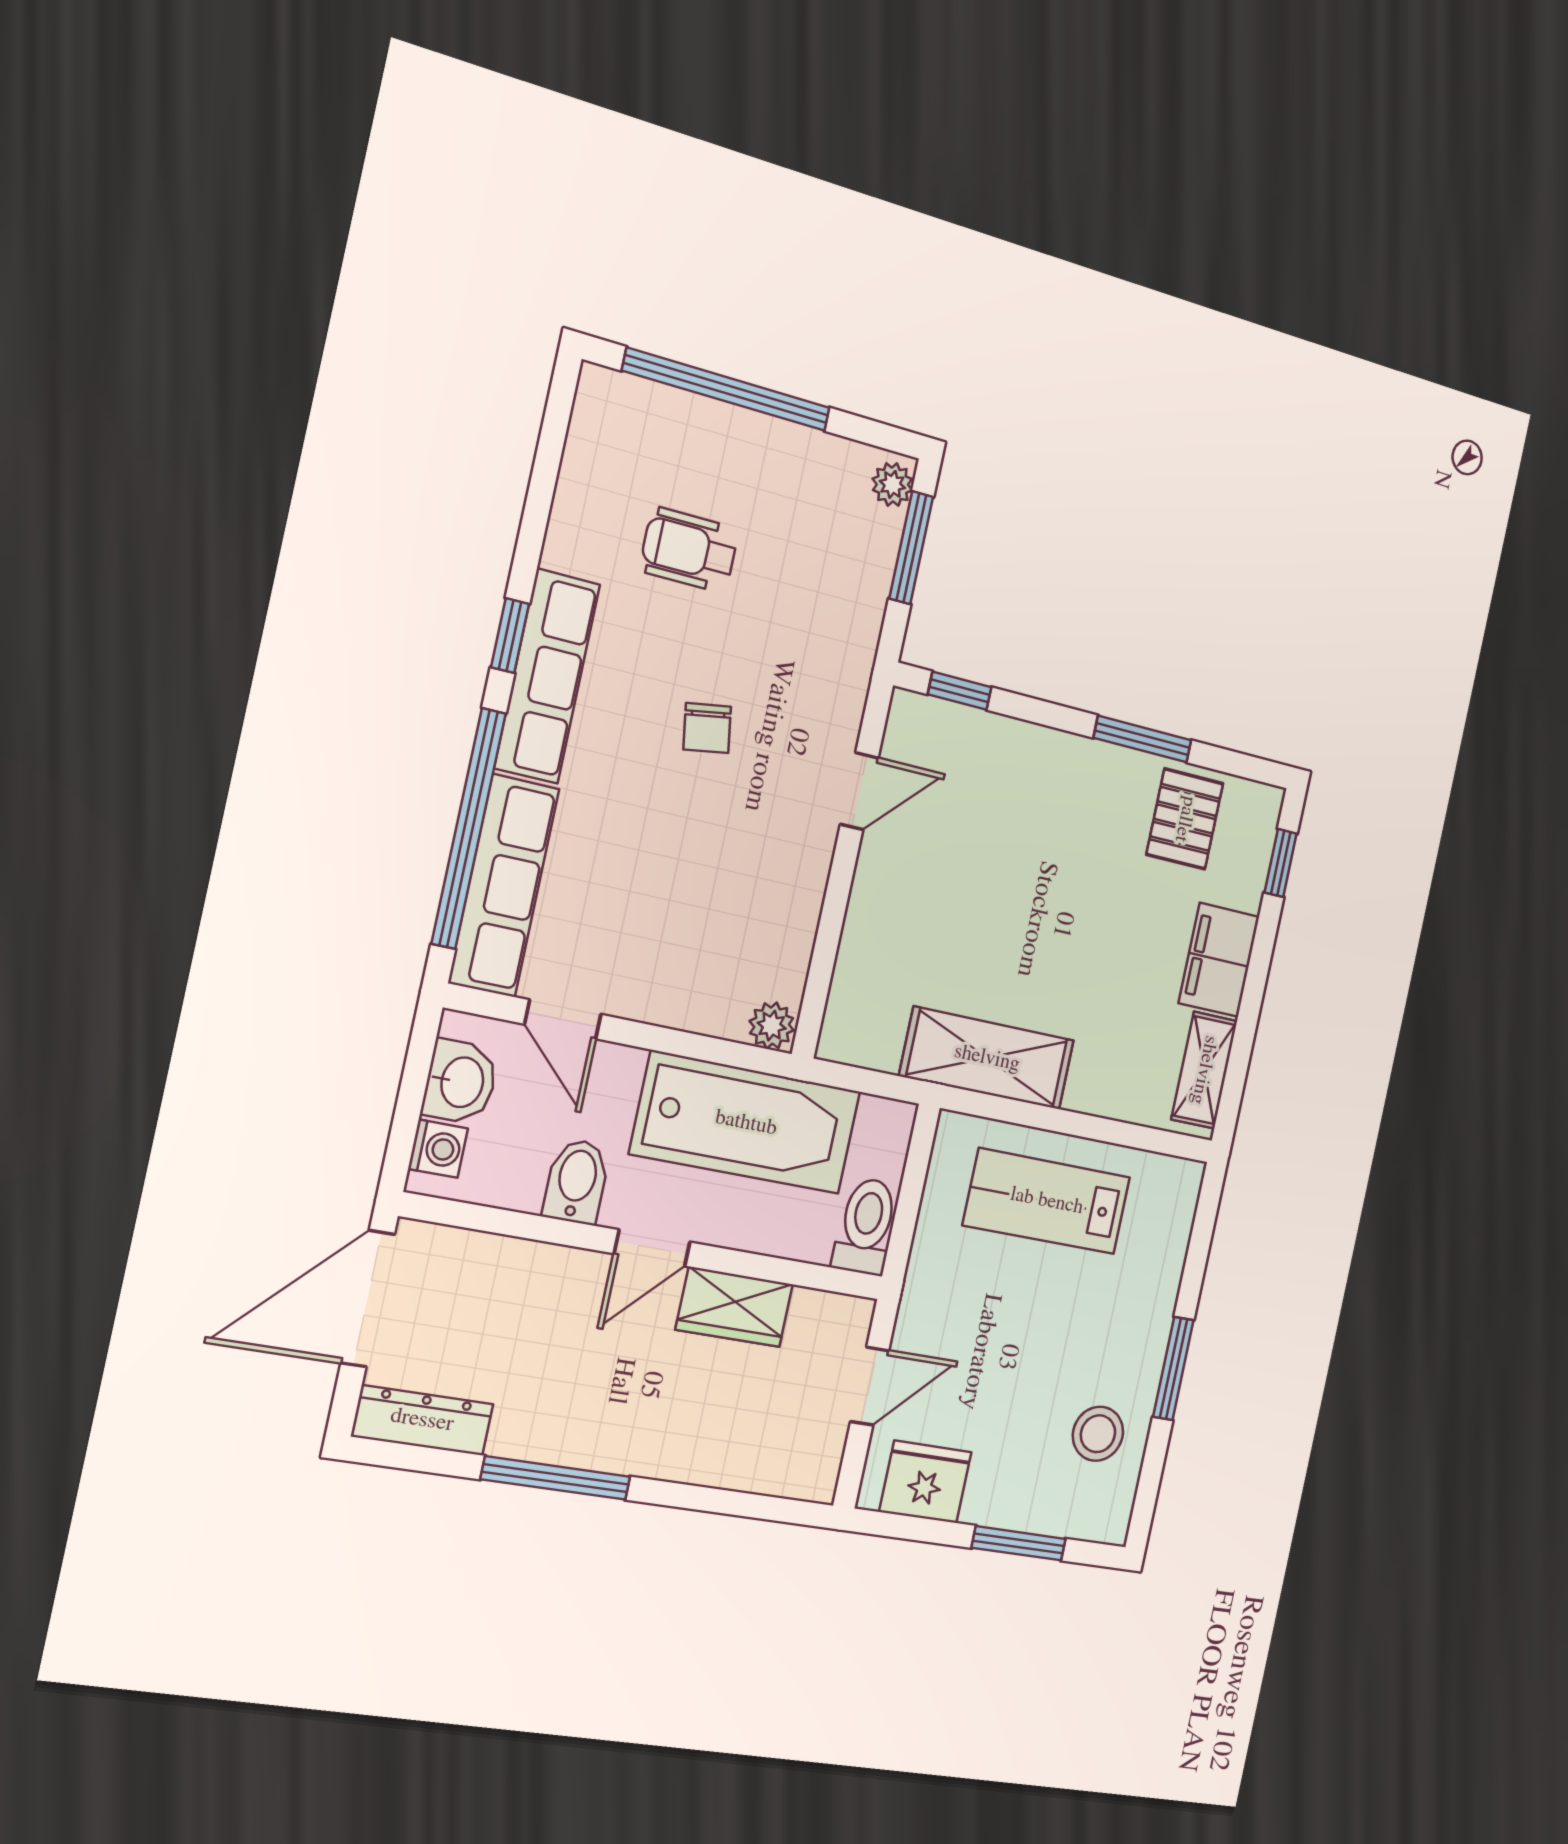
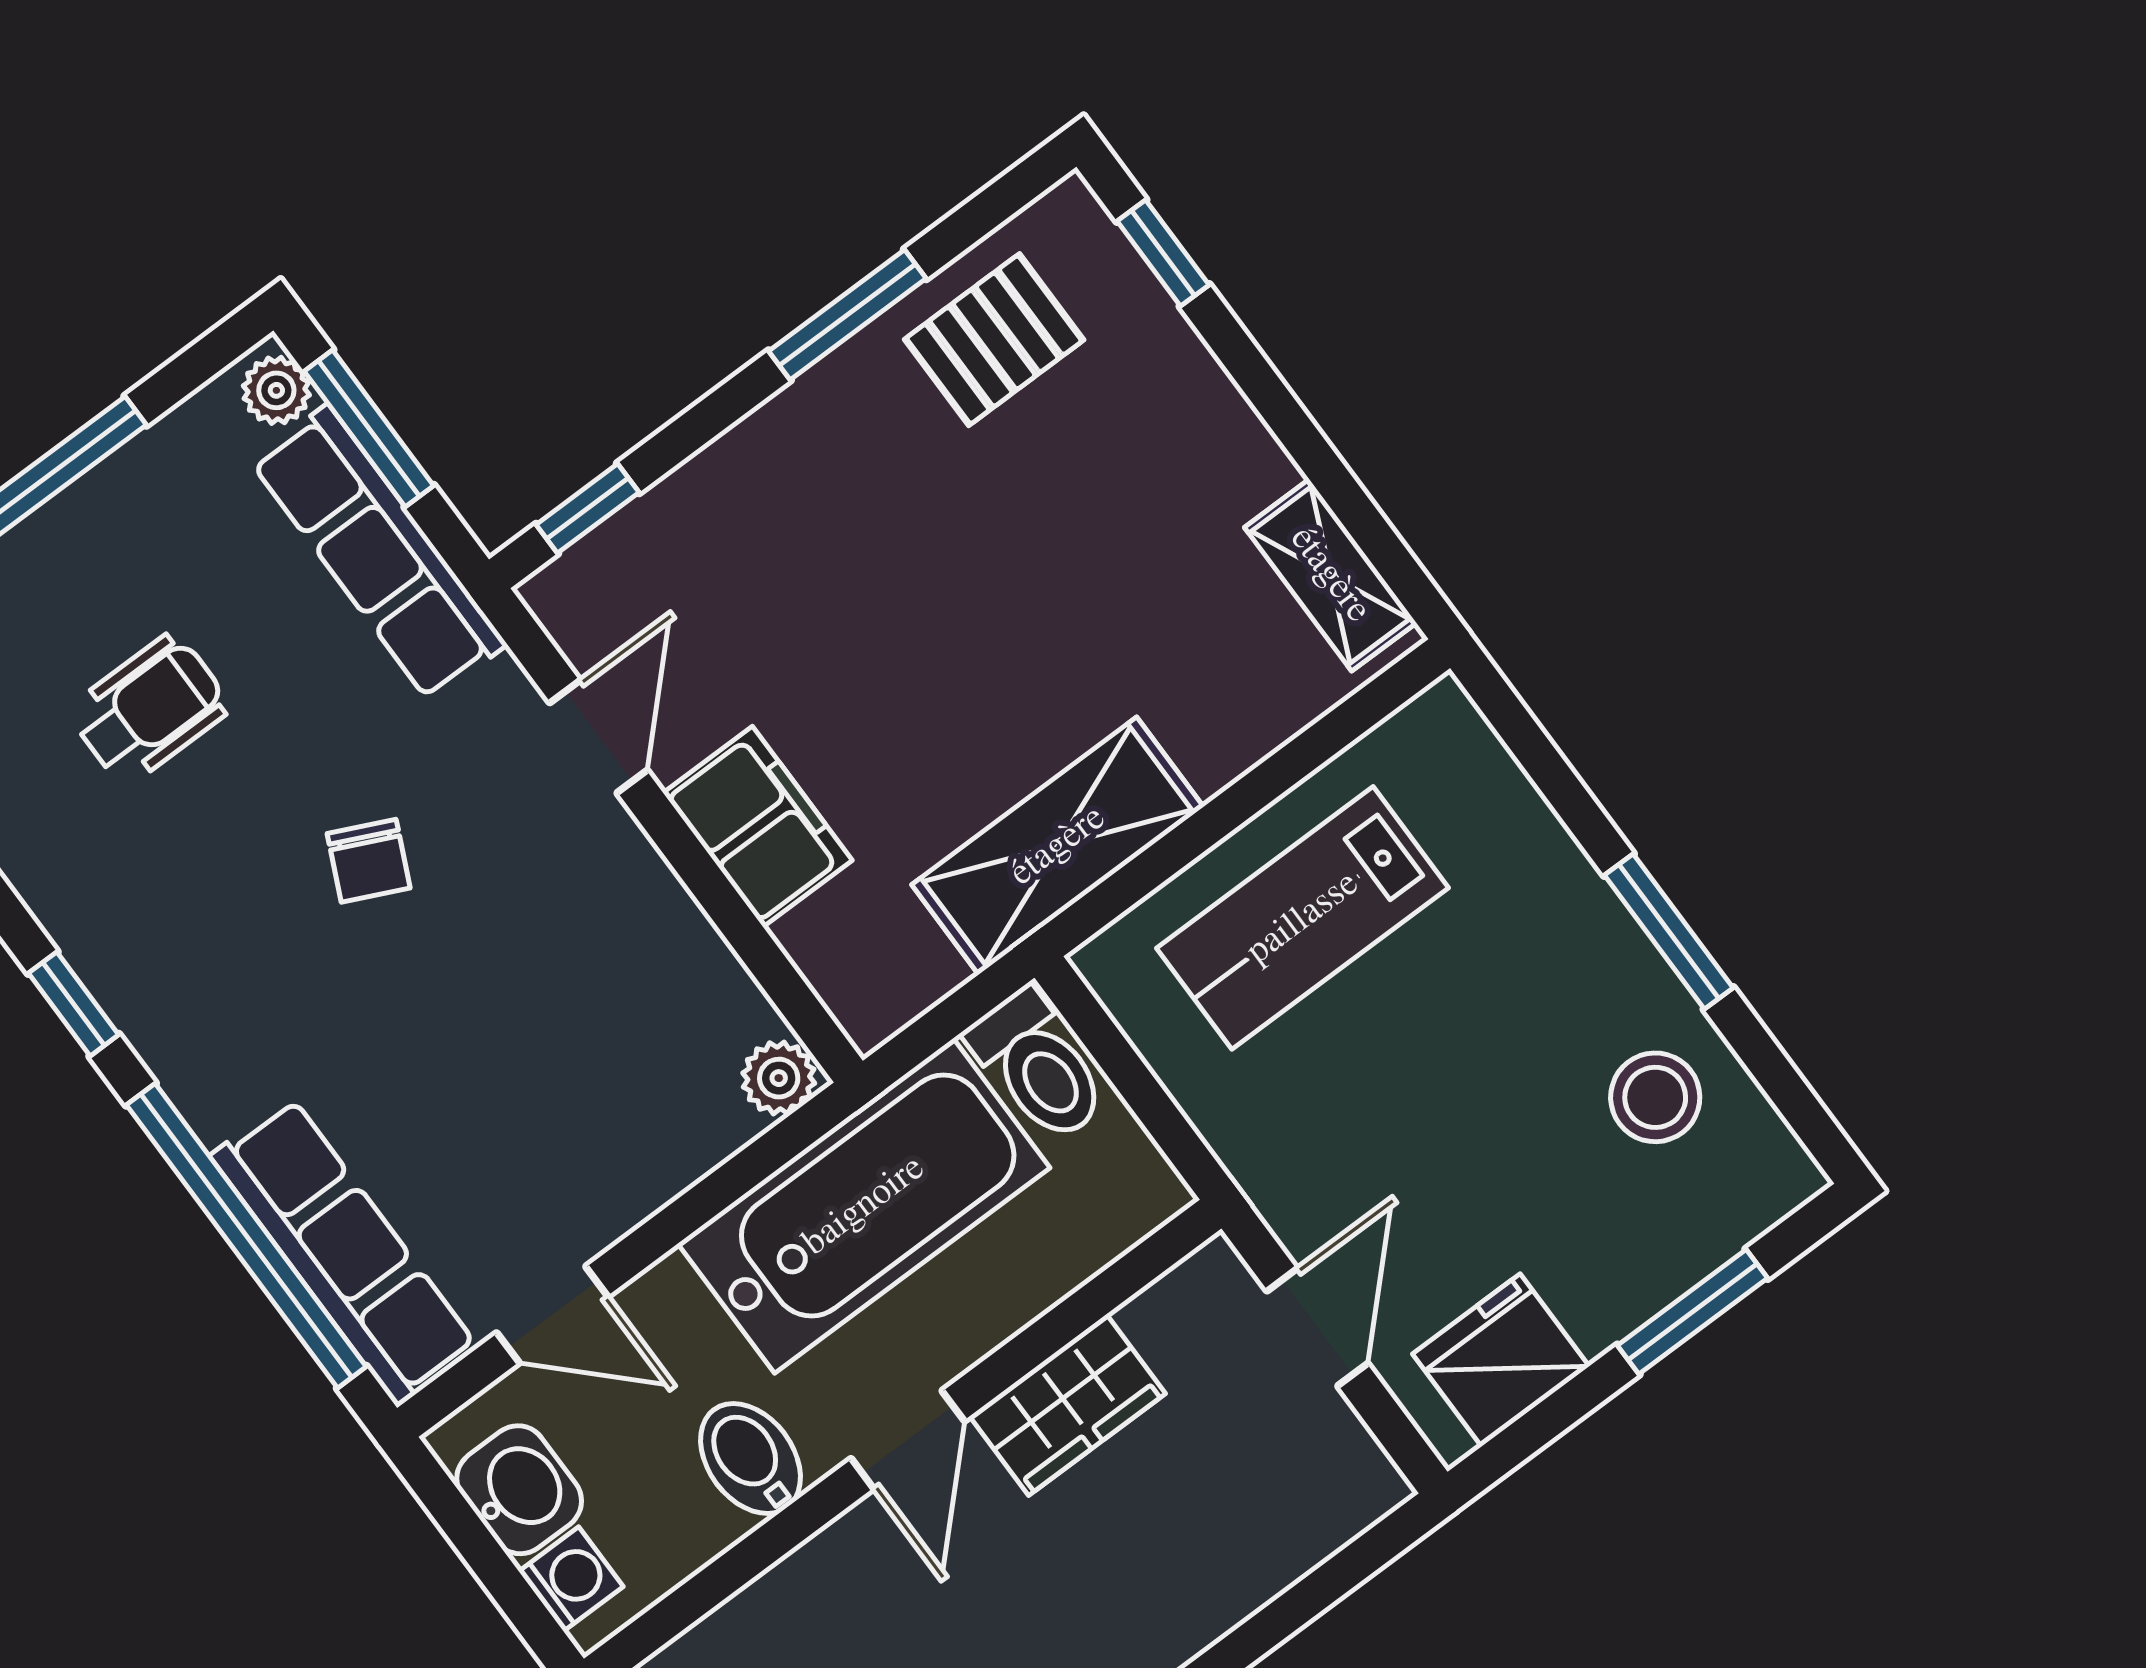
wheelchair: (689, 550) -> (149, 709), turned 180
row of seats: (547, 676) -> (379, 553), moved, turned 180
chair: (707, 728) -> (369, 861), turned 34
pallet: (1185, 819) -> (994, 340), turned 90
filing cabinet: (1219, 960) -> (758, 827), moved, turned 180
toilet: (866, 1226) -> (1038, 1066), moved, turned 180

